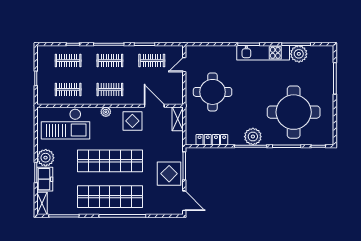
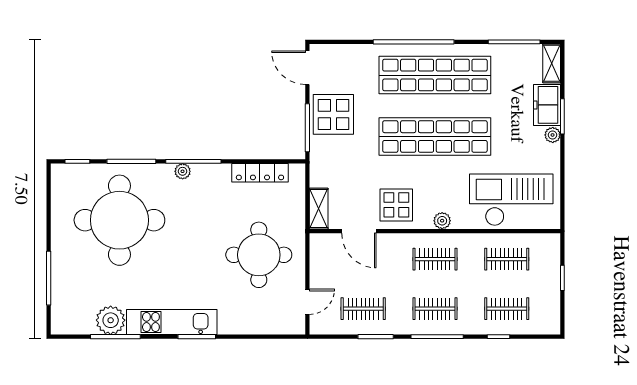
plant: (253, 137) -> (183, 171), width x0.53, depth x0.53
plant: (46, 158) -> (553, 135), width x0.53, depth x0.53

